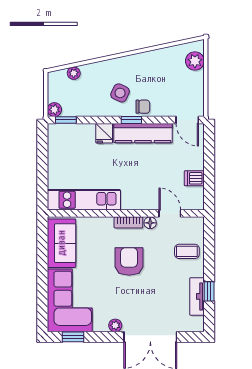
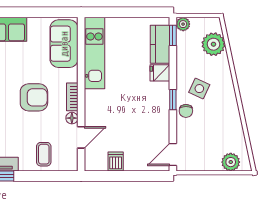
plant: (74, 73) -> (213, 44), width x1.88, depth x1.88
kitchen counter: (143, 133) -> (160, 44), moved, width x0.67
sofa: (61, 243) -> (64, 44), moved, turned 90

